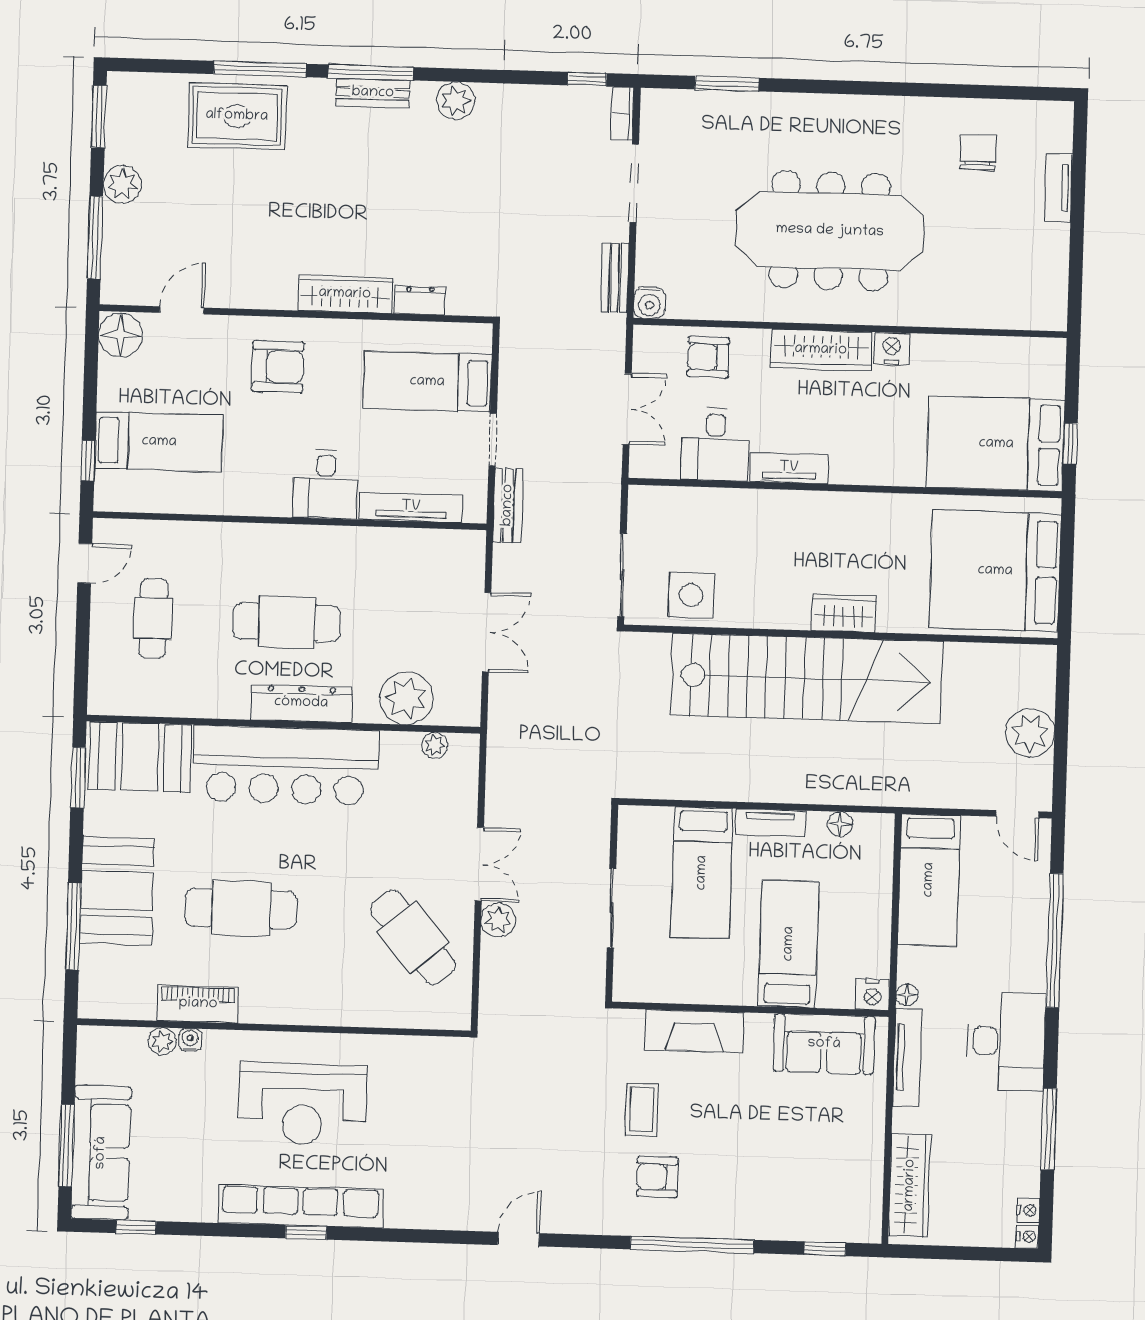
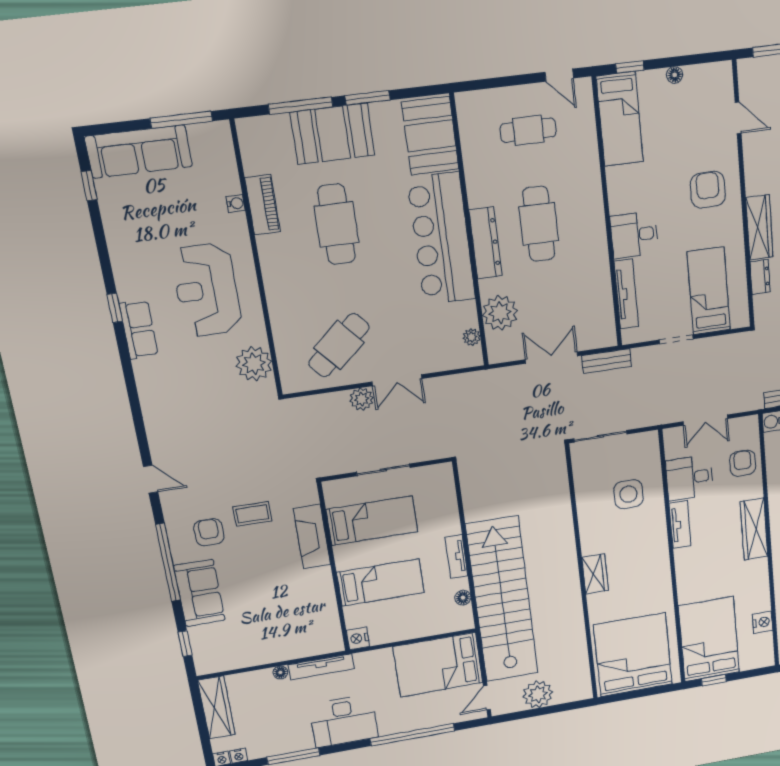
floor lamp: (121, 335) -> (675, 75), moved, width x0.53, depth x0.53
nightstand: (892, 349) -> (763, 622), moved
armchair: (278, 367) -> (708, 190), turned 180
bed: (159, 442) -> (620, 119), moved
bench: (508, 505) -> (607, 361), moved
side table: (691, 595) -> (628, 494), moved
double door: (487, 632) -> (551, 358), swing flipped
stairs: (807, 678) -> (502, 600), moved, turned 180
window: (78, 778) -> (368, 98), moved
bed: (702, 873) -> (372, 521), moved, turned 180
bed: (929, 880) -> (438, 665), width x1.50
floor lamp: (907, 995) -> (280, 672), moved
plant: (162, 1041) -> (254, 364), moved, width x1.88, depth x1.88
sofa: (824, 1044) -> (199, 593), moved, turned 180
window: (66, 1146) -> (181, 120), moved
wardrobe: (910, 1185) -> (216, 708), moved, turned -90
row of seats: (300, 1206) -> (139, 330), width x0.50
door: (519, 1239) -> (151, 479), moved

